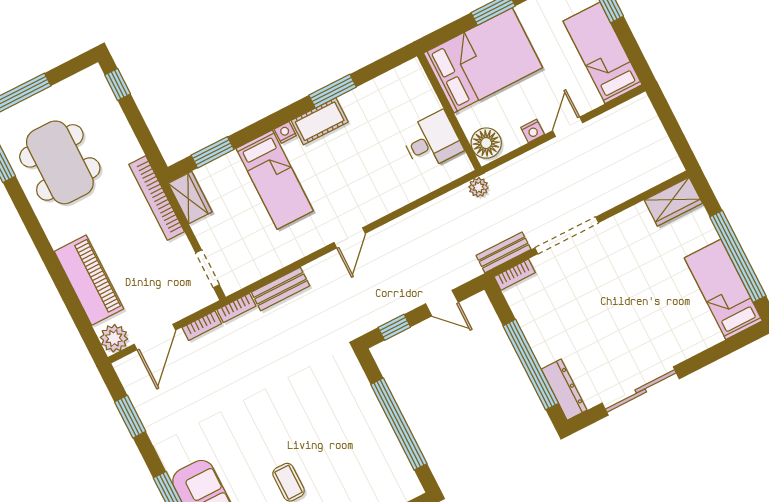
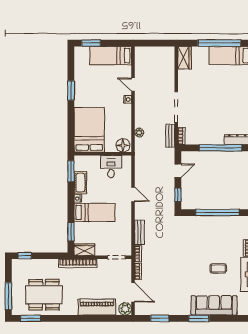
bed: (483, 60) -> (89, 130), moved
wall: (449, 112) -> (103, 154), moved
desk: (432, 141) -> (111, 167), moved
floor lamp: (486, 143) -> (123, 145), moved

